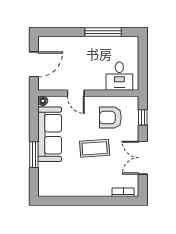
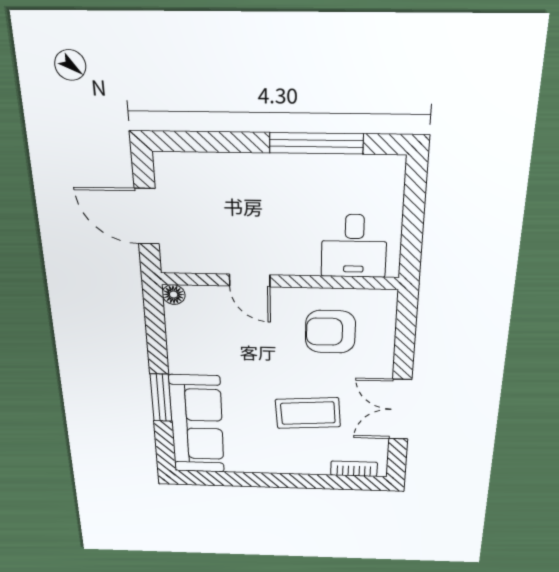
door: (34, 64) -> (147, 216), swing flipped
window: (143, 117) -> (405, 333), removed
sofa: (50, 134) -> (197, 424), moved
coffee table: (95, 148) -> (308, 413), moved

